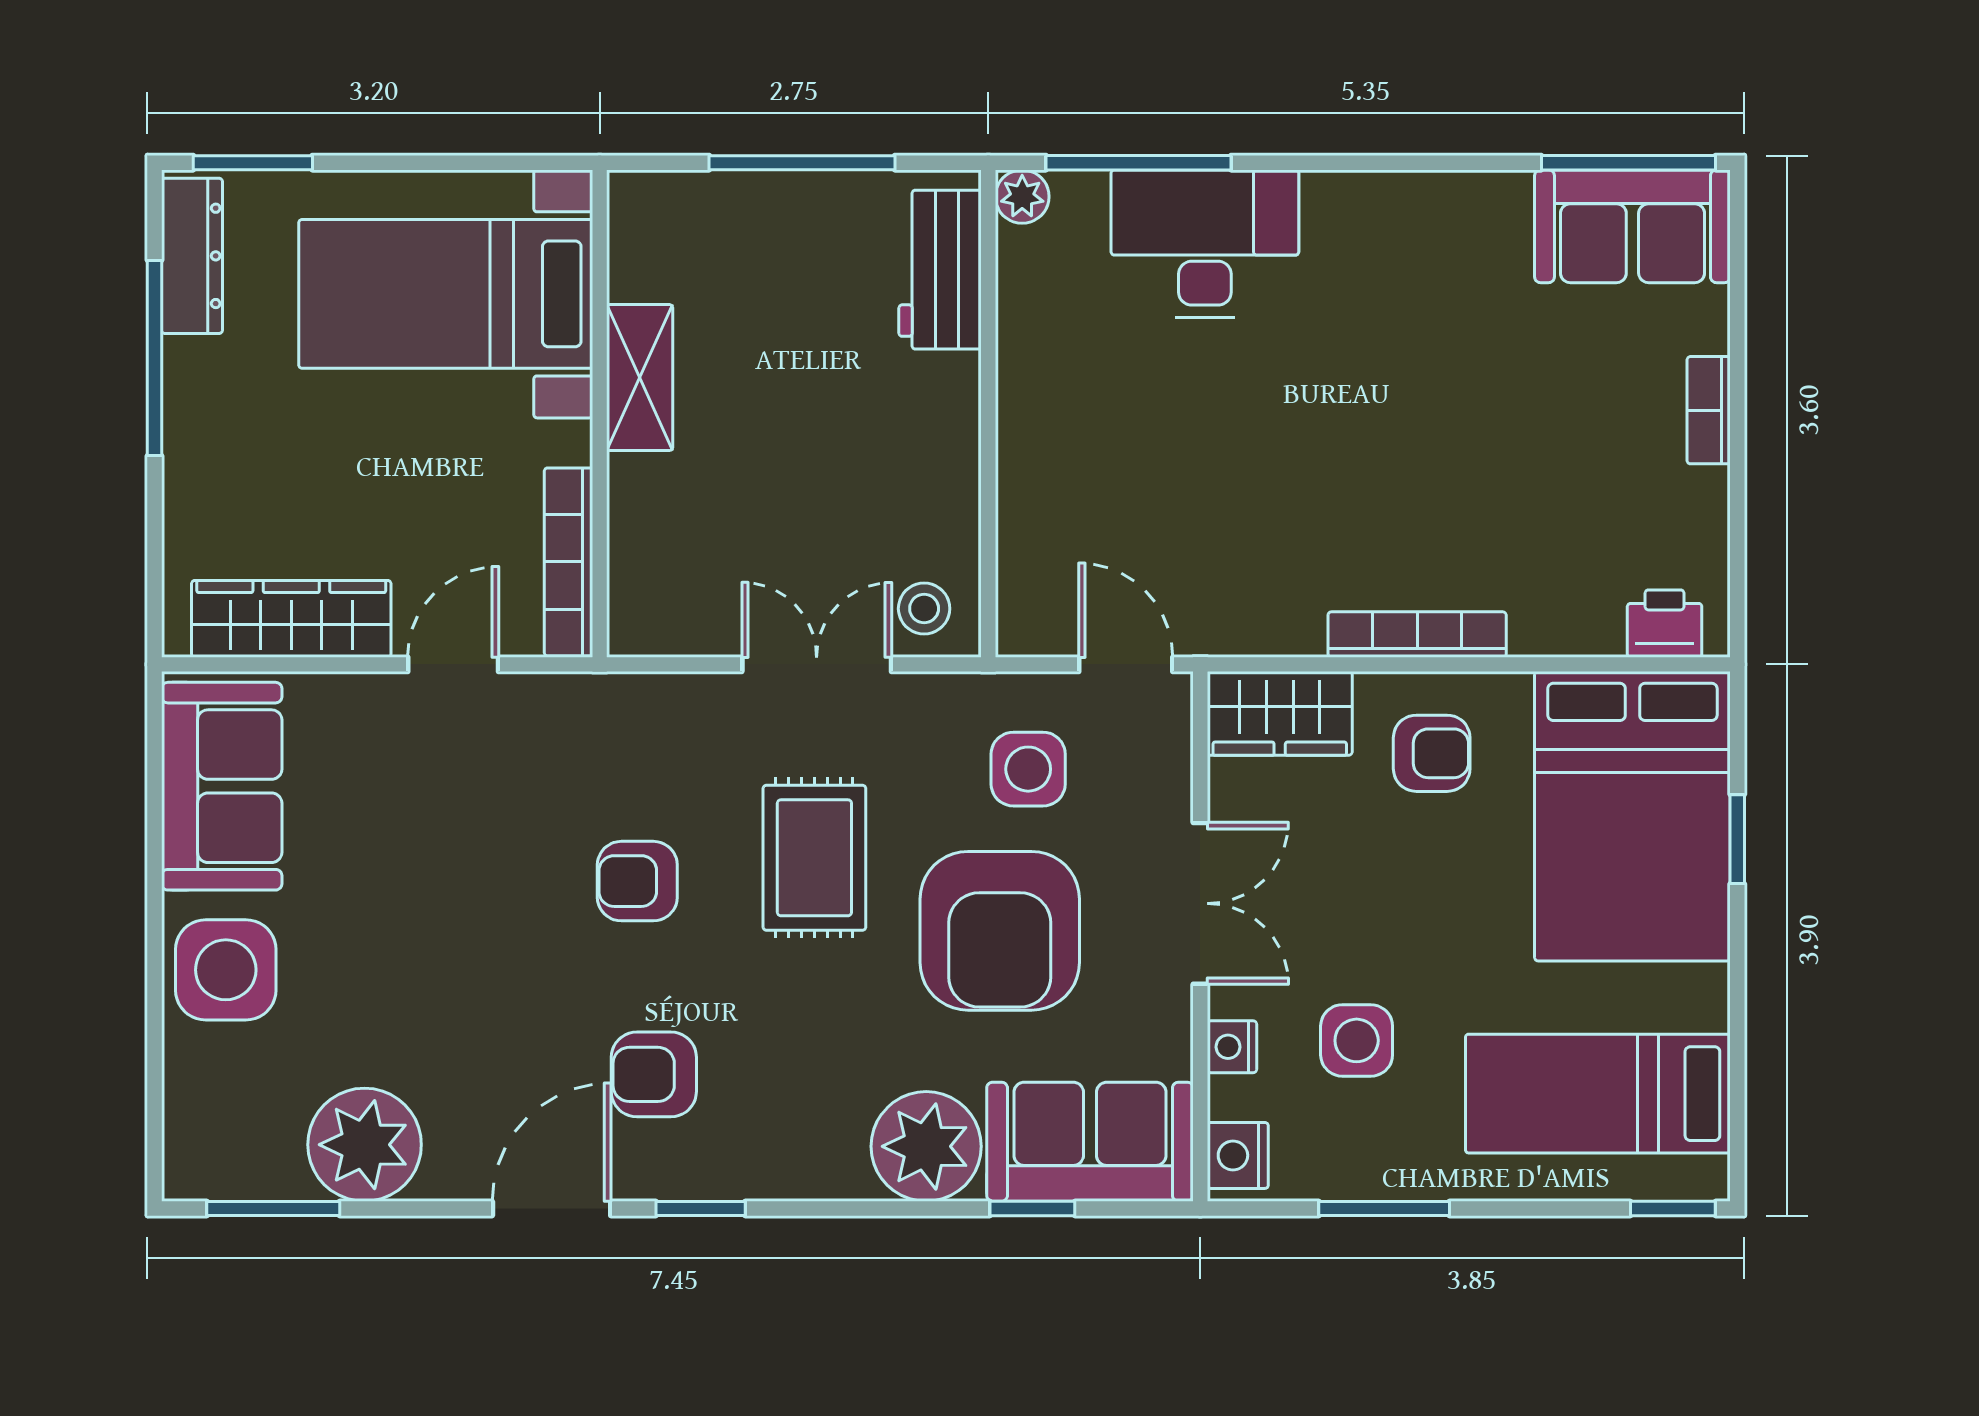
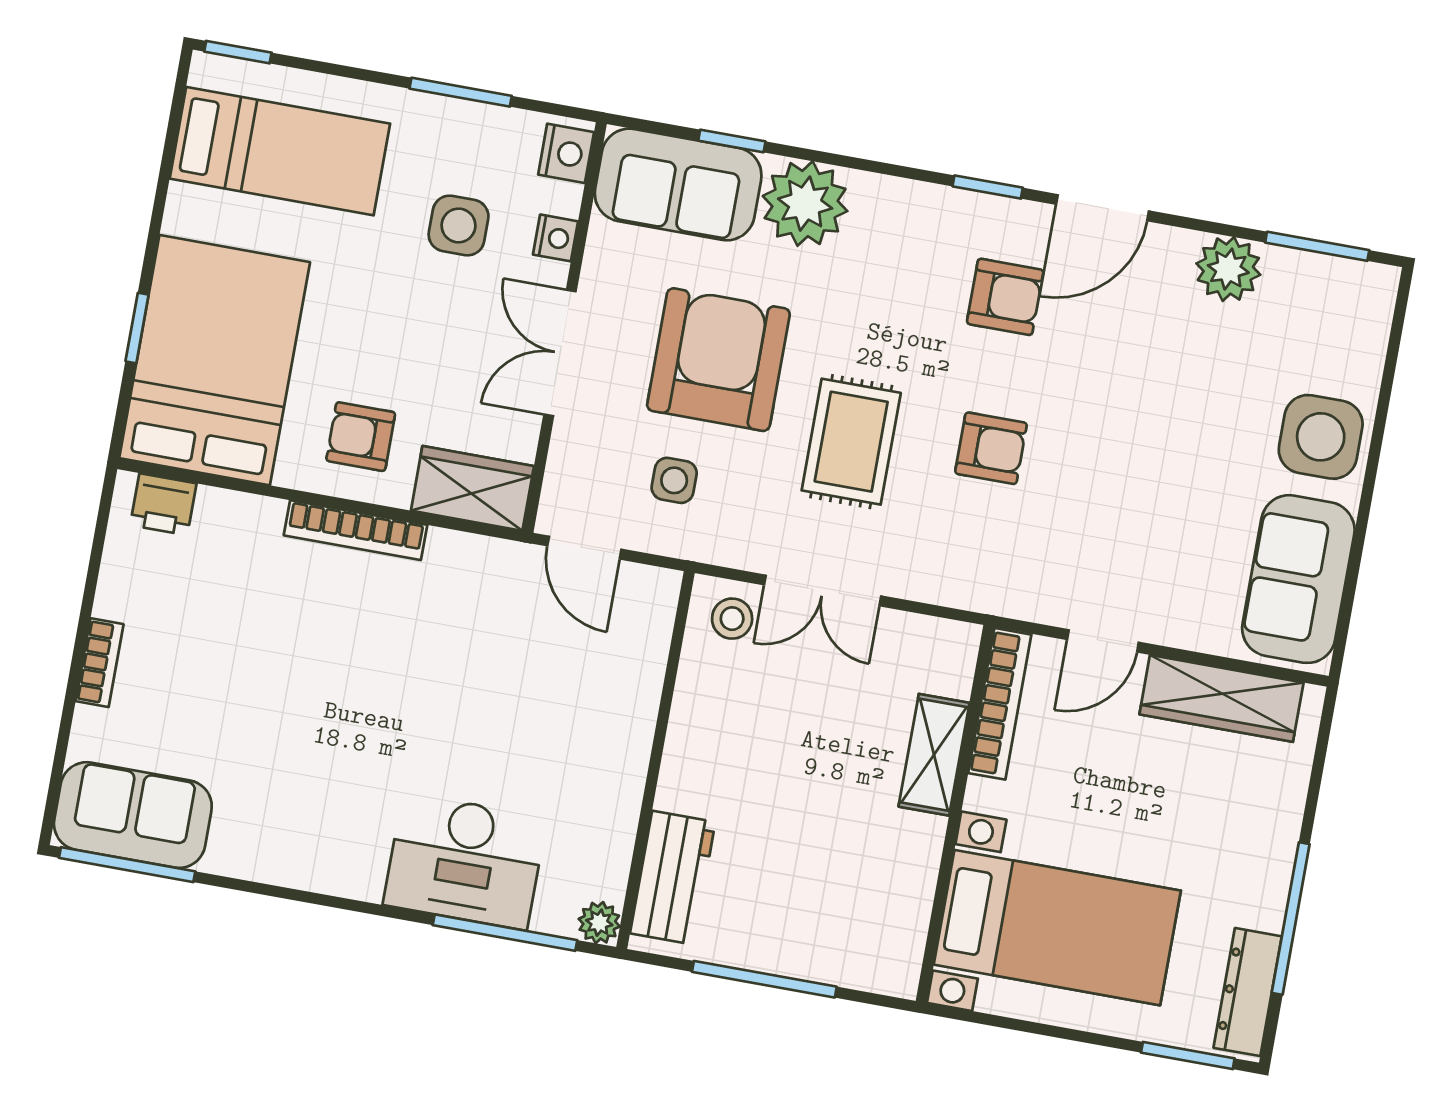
shelving: (640, 378) -> (934, 755), moved
side table: (1028, 769) -> (674, 480), width x0.73, depth x0.73
plant: (365, 1145) -> (1228, 269), width x0.73, depth x0.73

